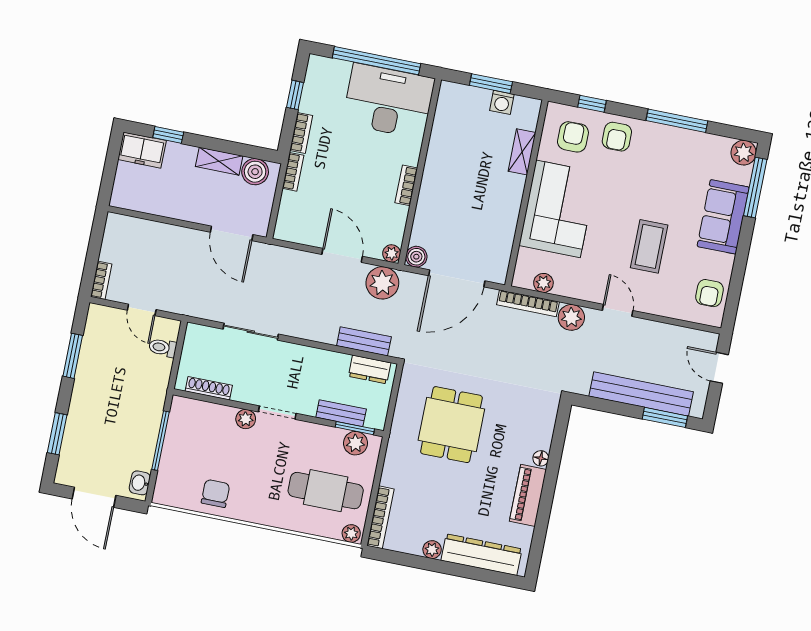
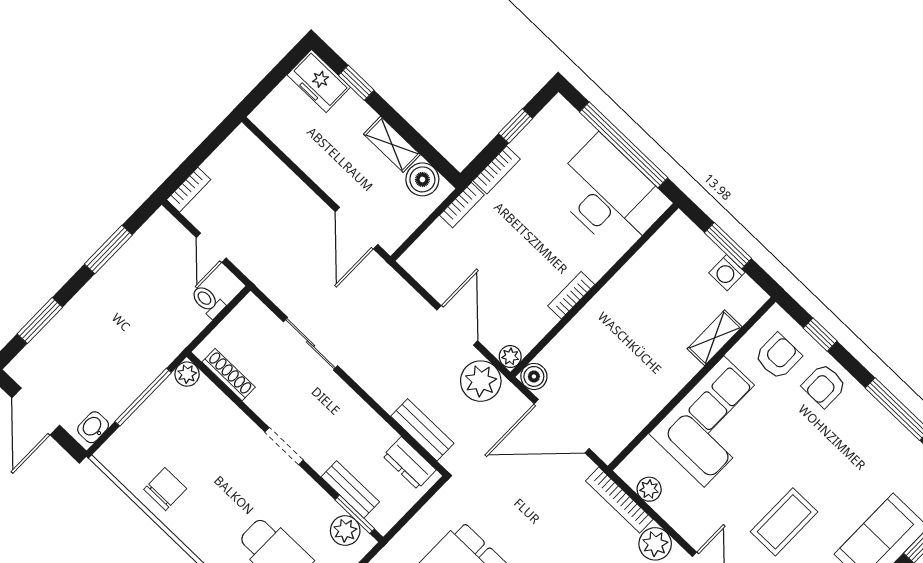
plant: (246, 419) -> (187, 374), moved

